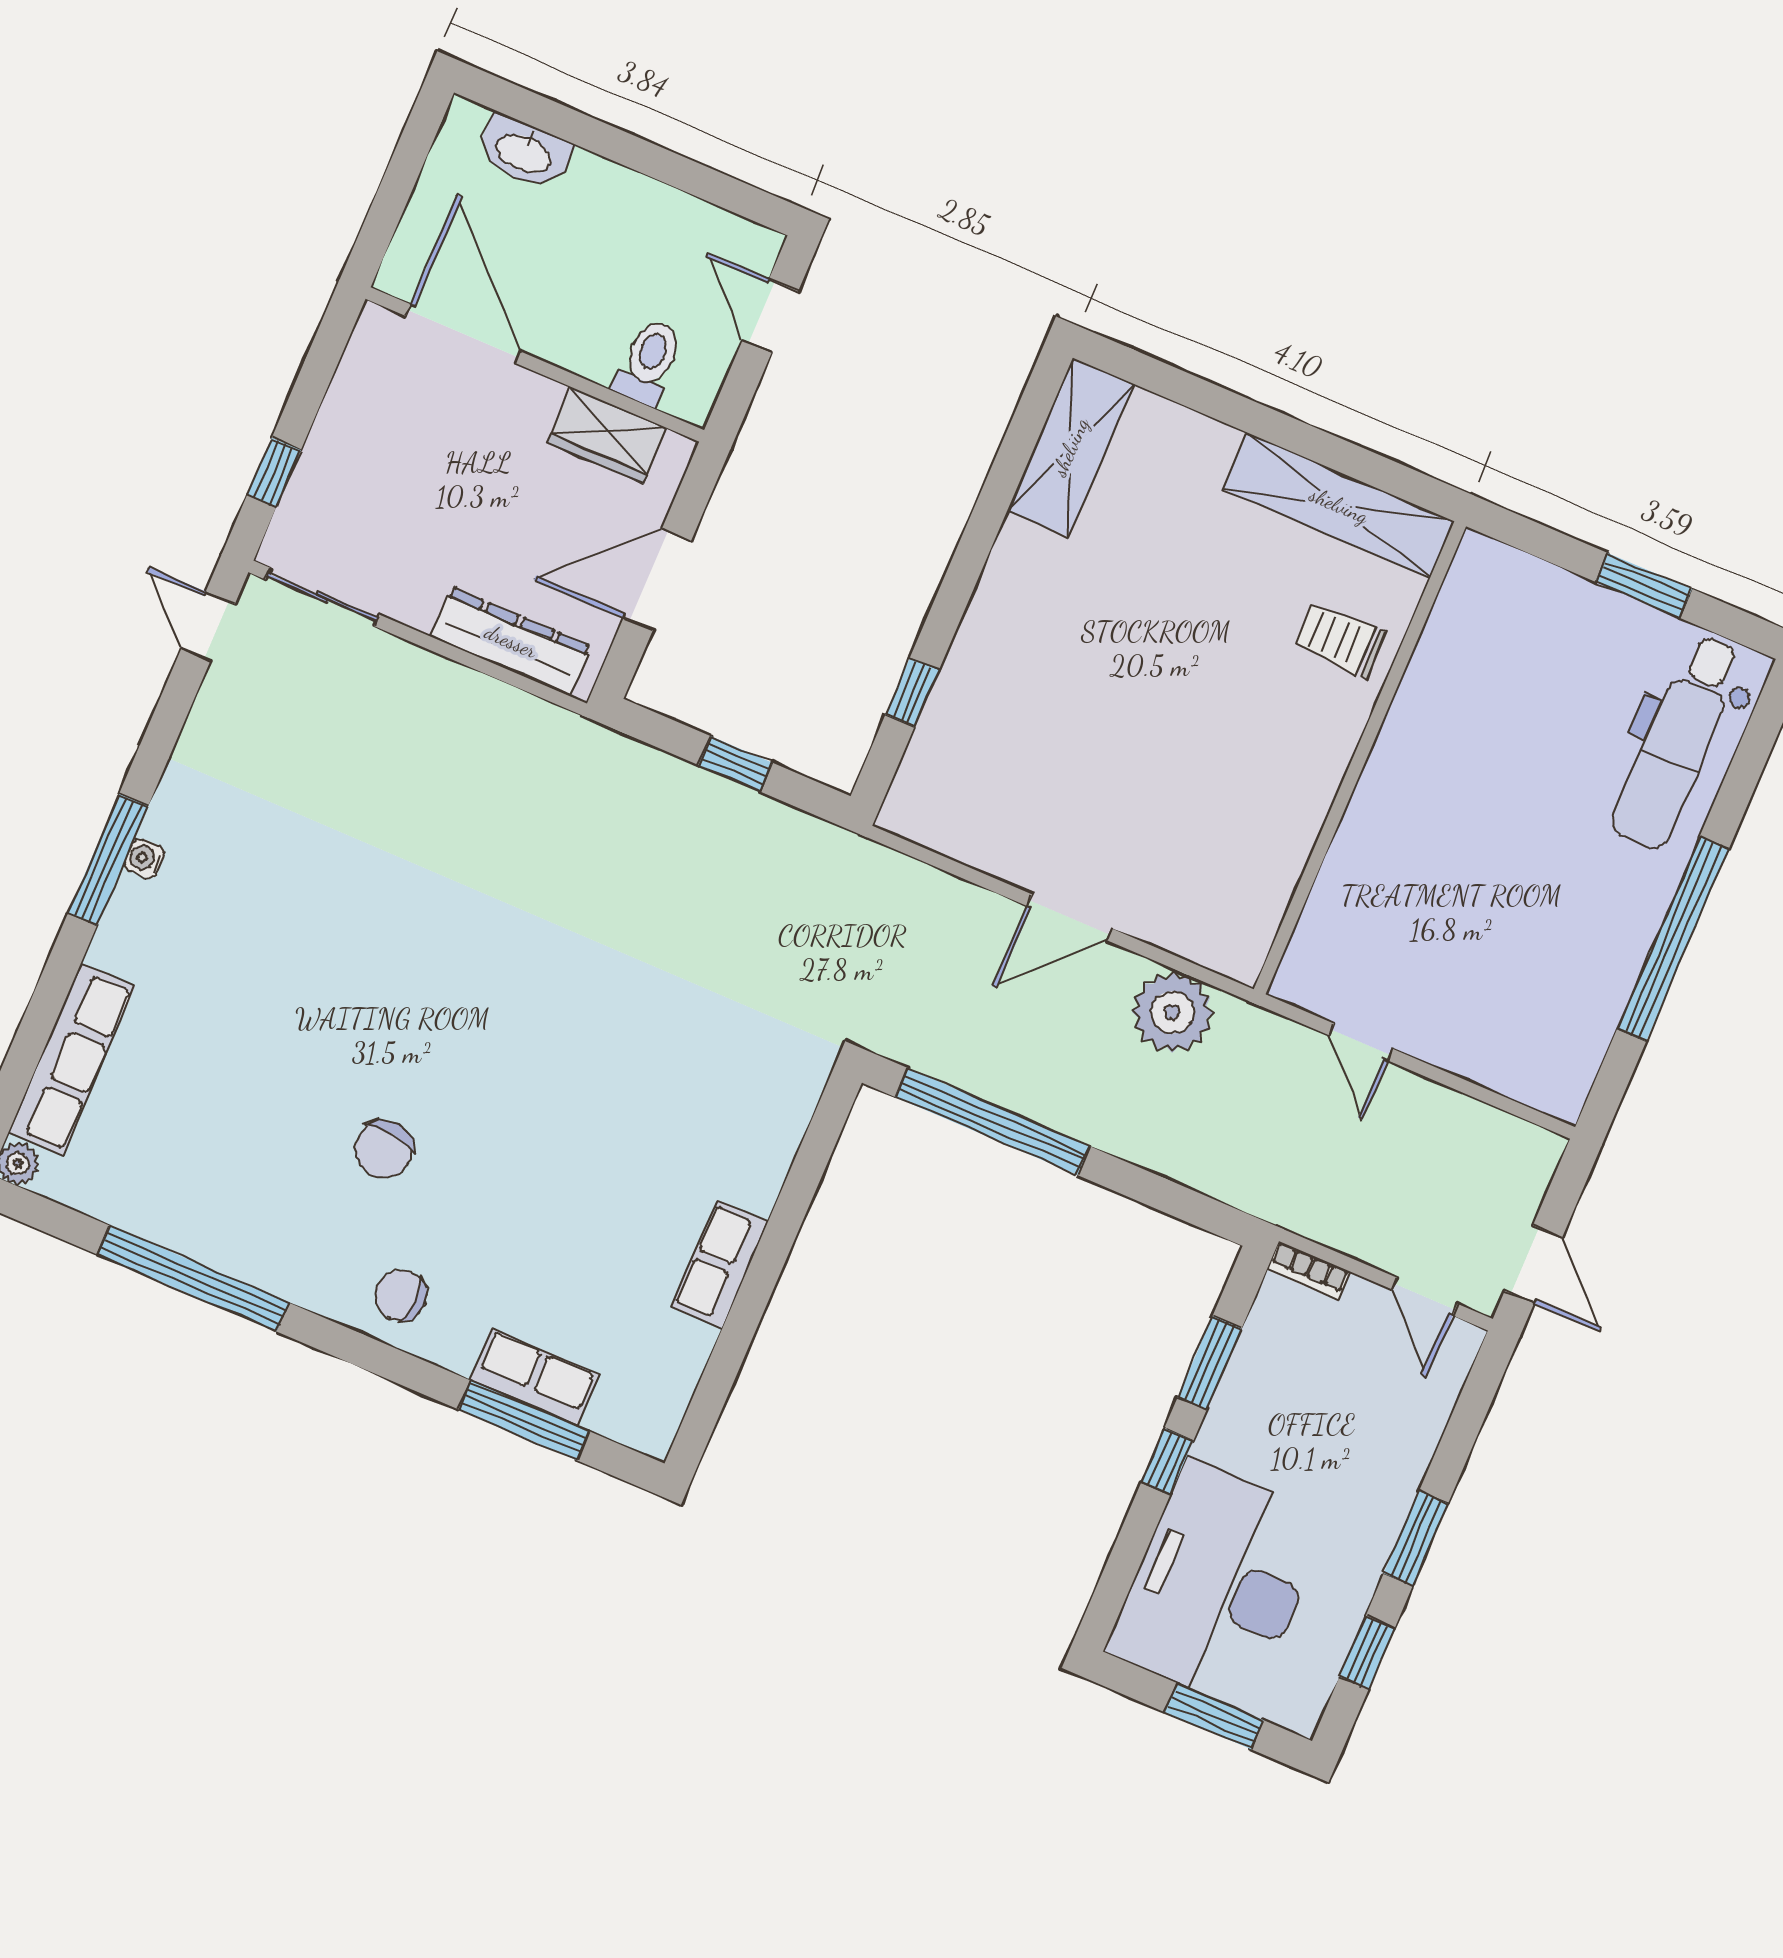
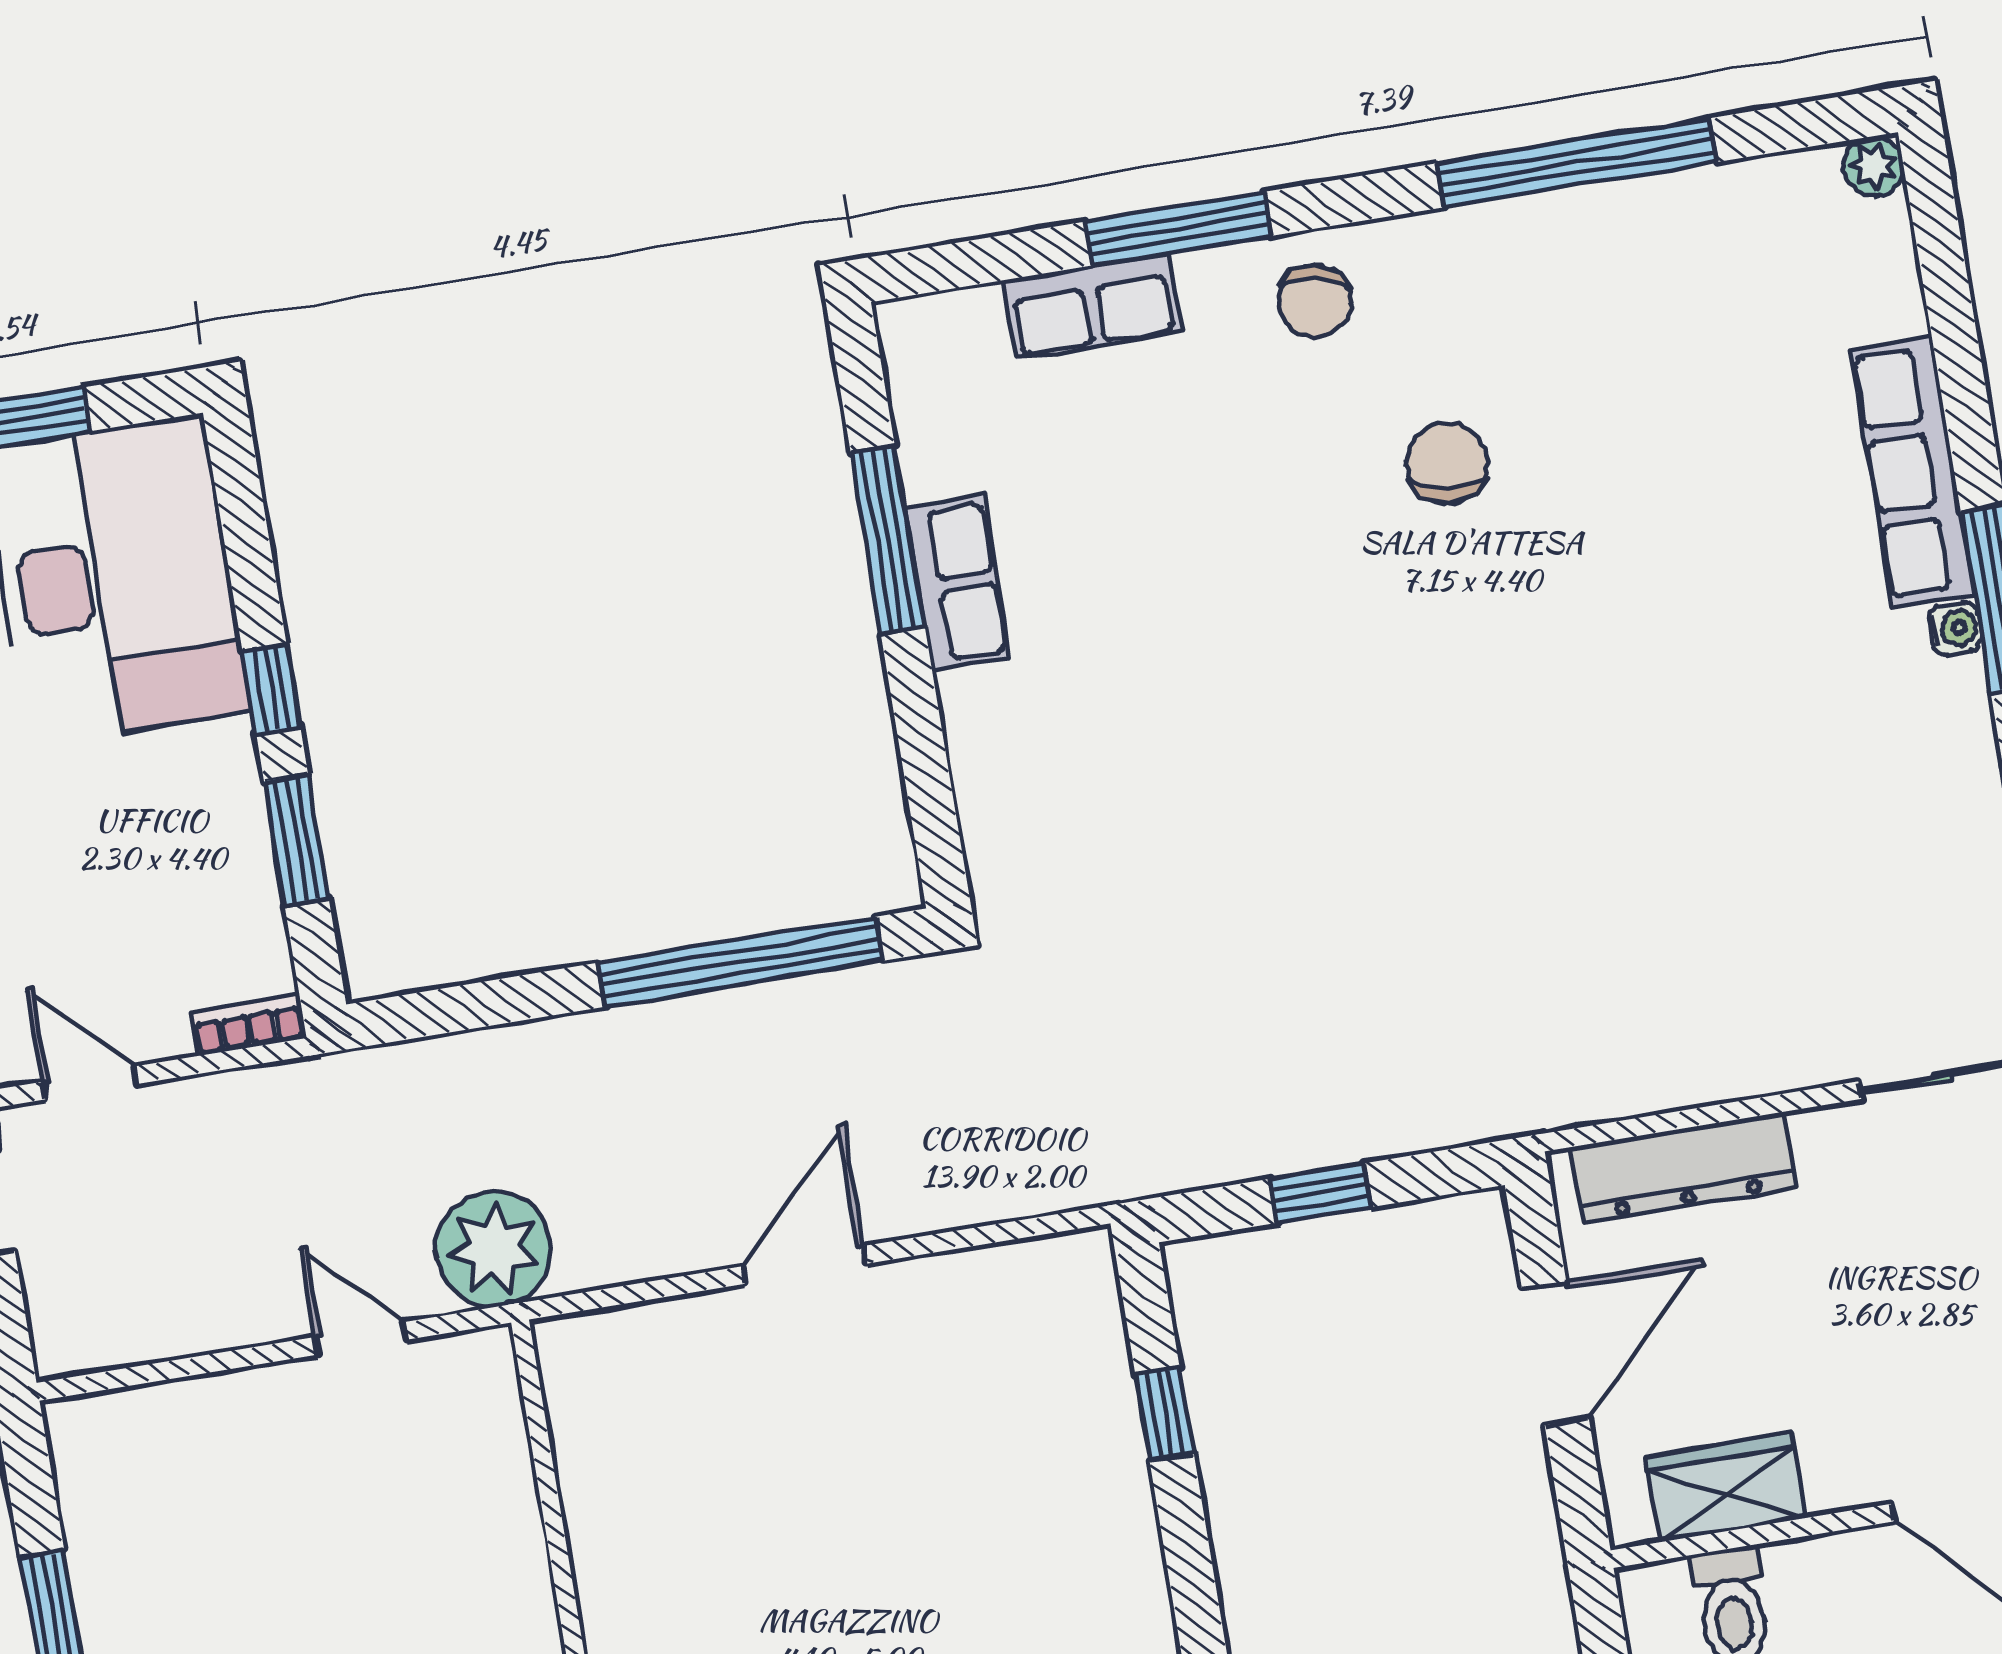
plant: (1173, 1012) -> (494, 1249), moved
row of seats: (72, 1059) -> (1912, 472), moved
chair: (401, 1295) -> (1315, 301), turned 101
window: (745, 1316) -> (888, 540), added
window: (524, 1420) -> (1178, 229), moved

